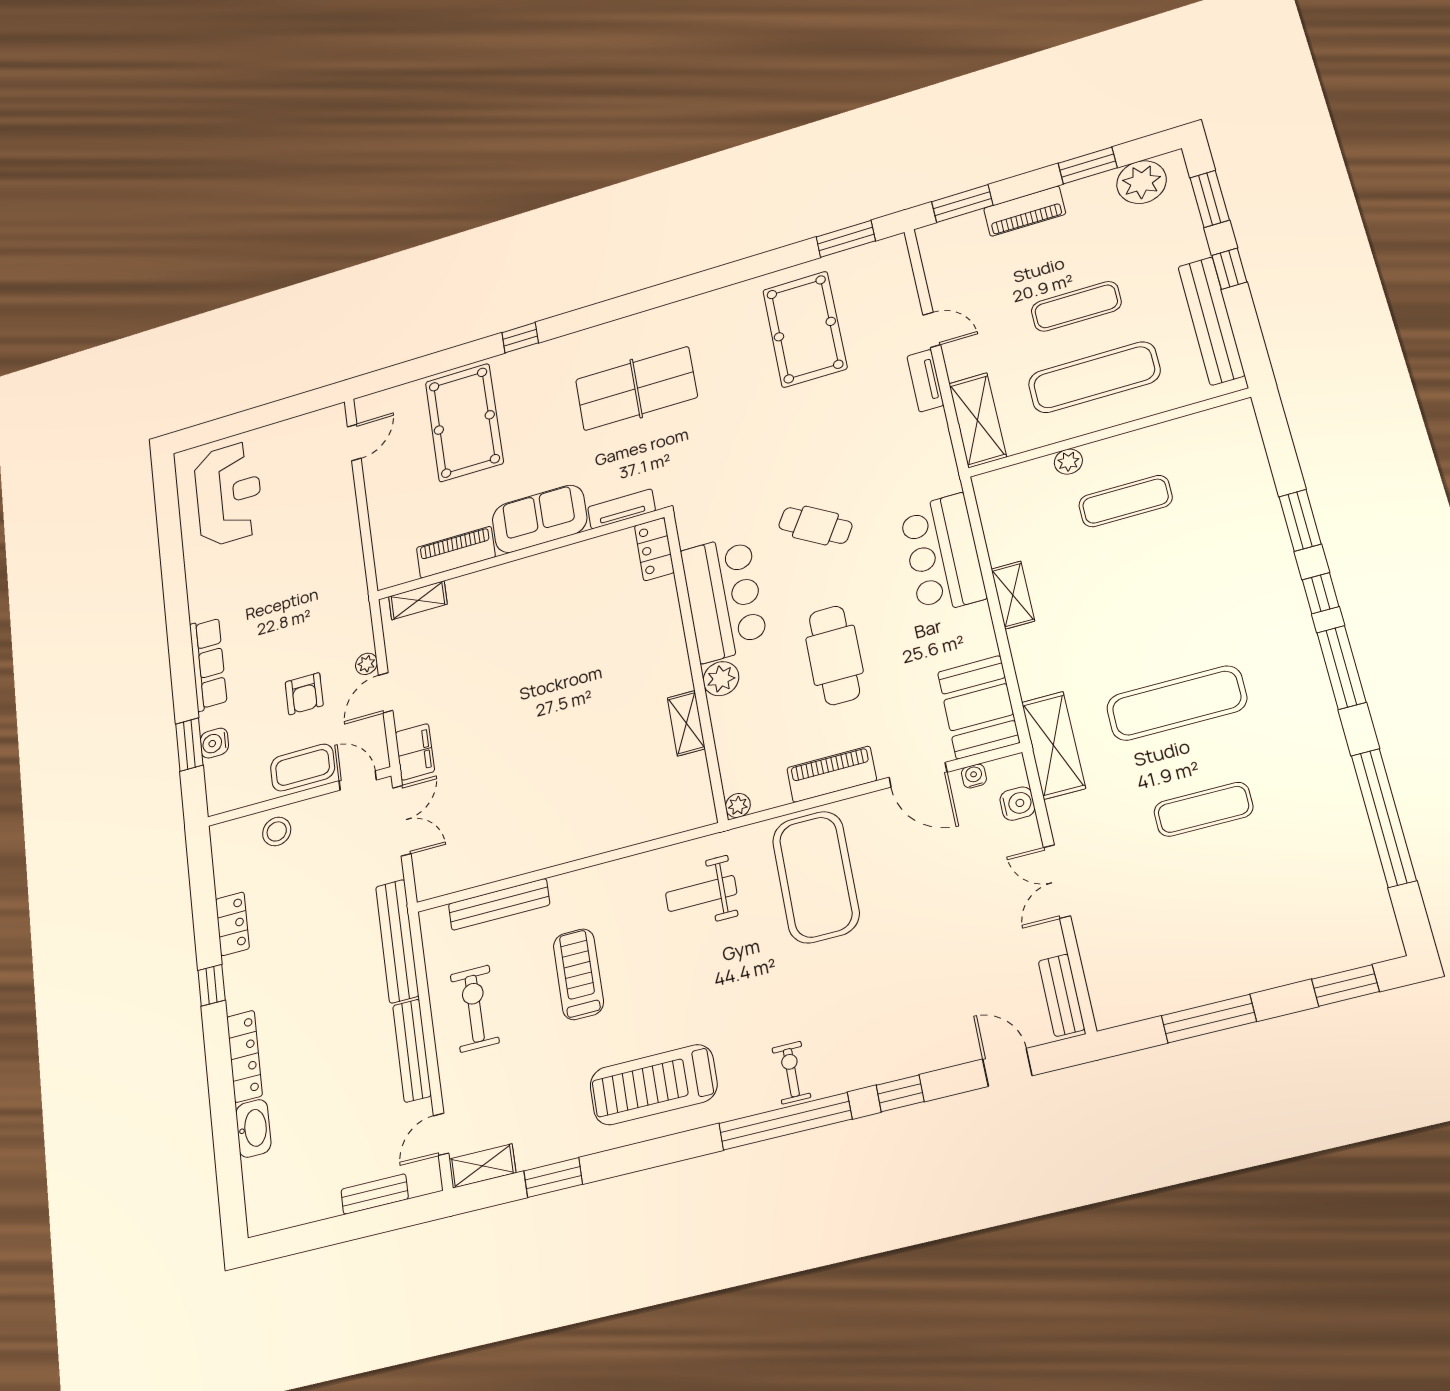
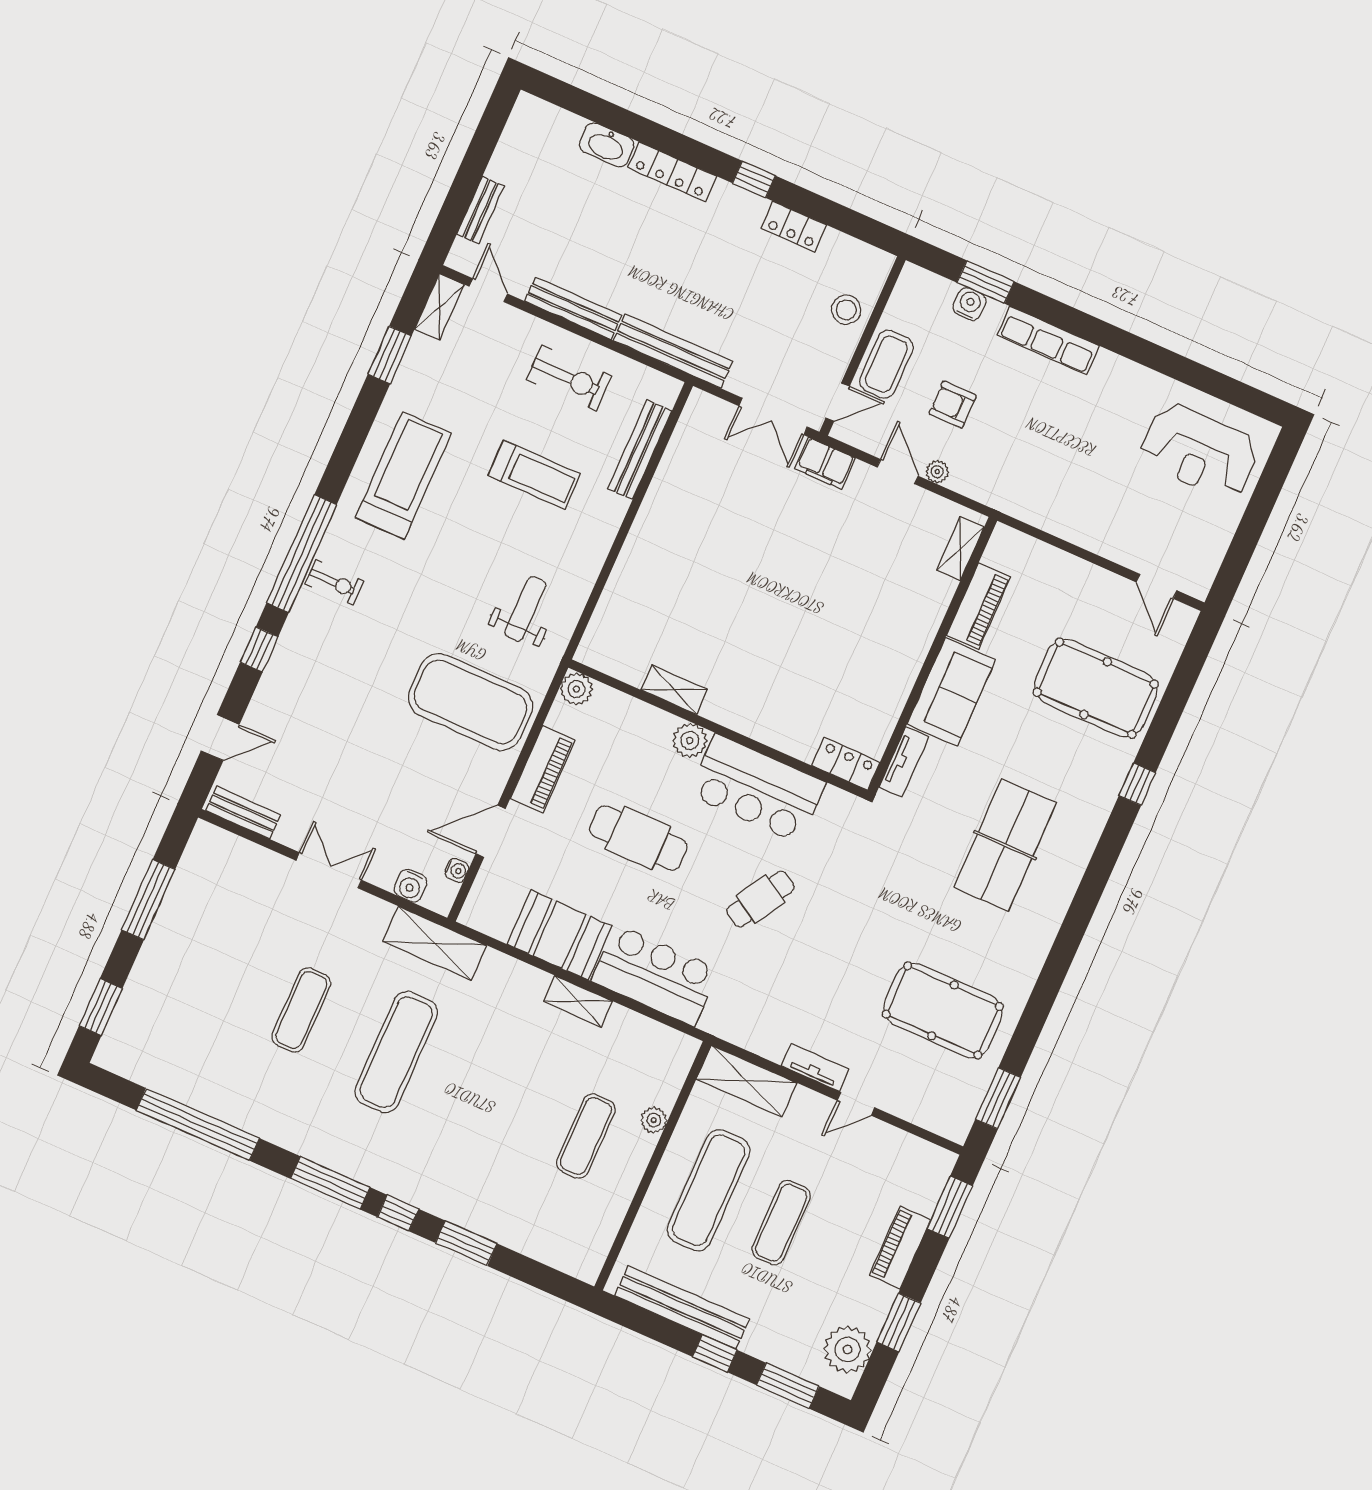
booth: (979, 707) -> (559, 935), moved
plant: (738, 805) -> (576, 689), width x1.38, depth x1.38

